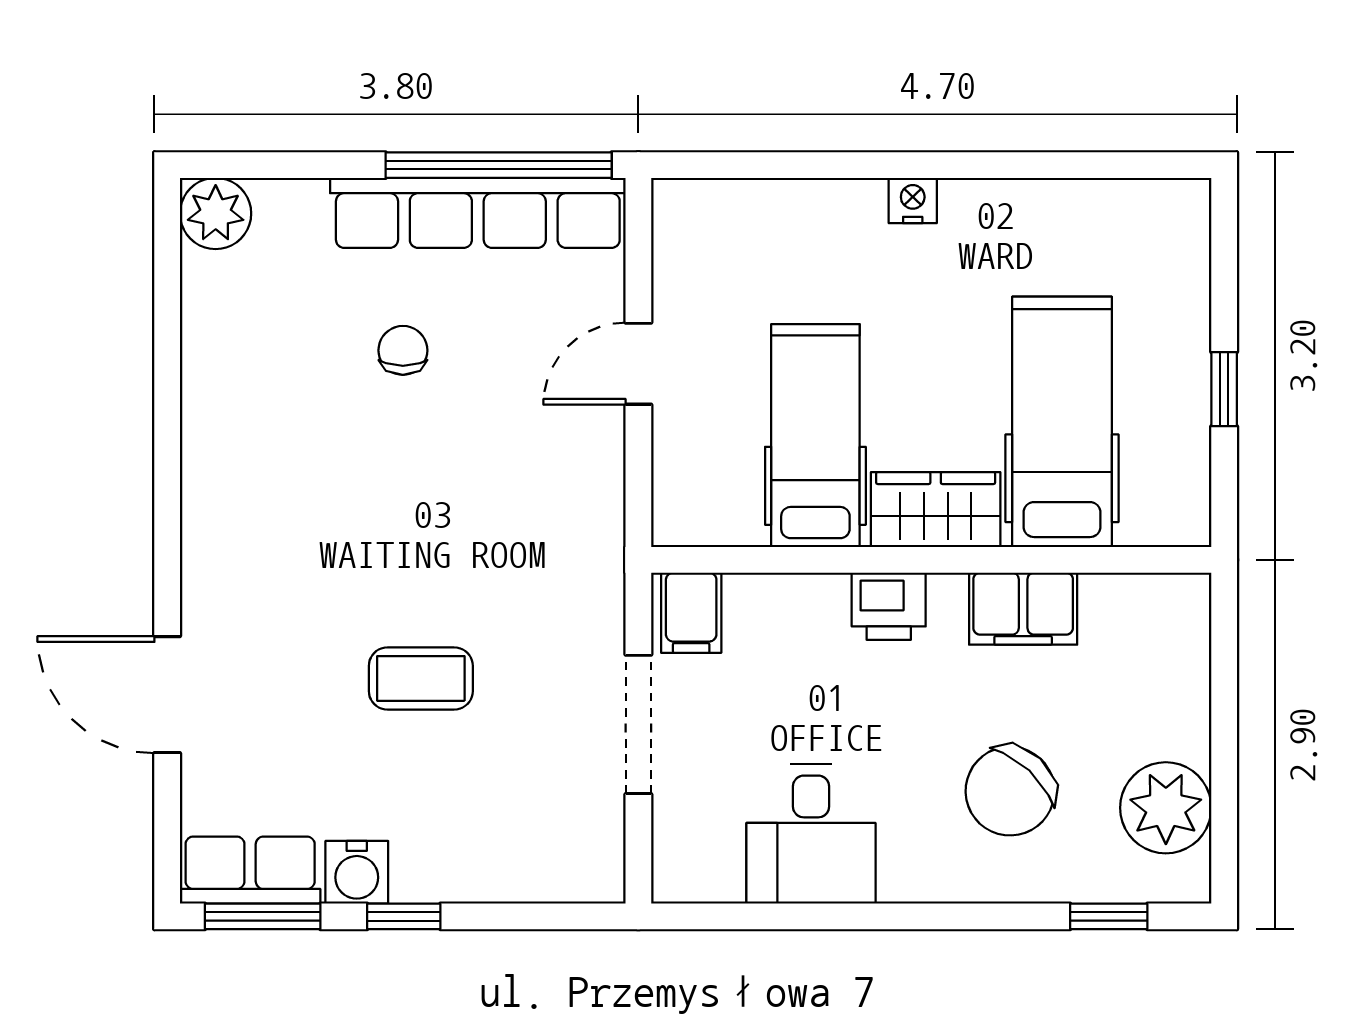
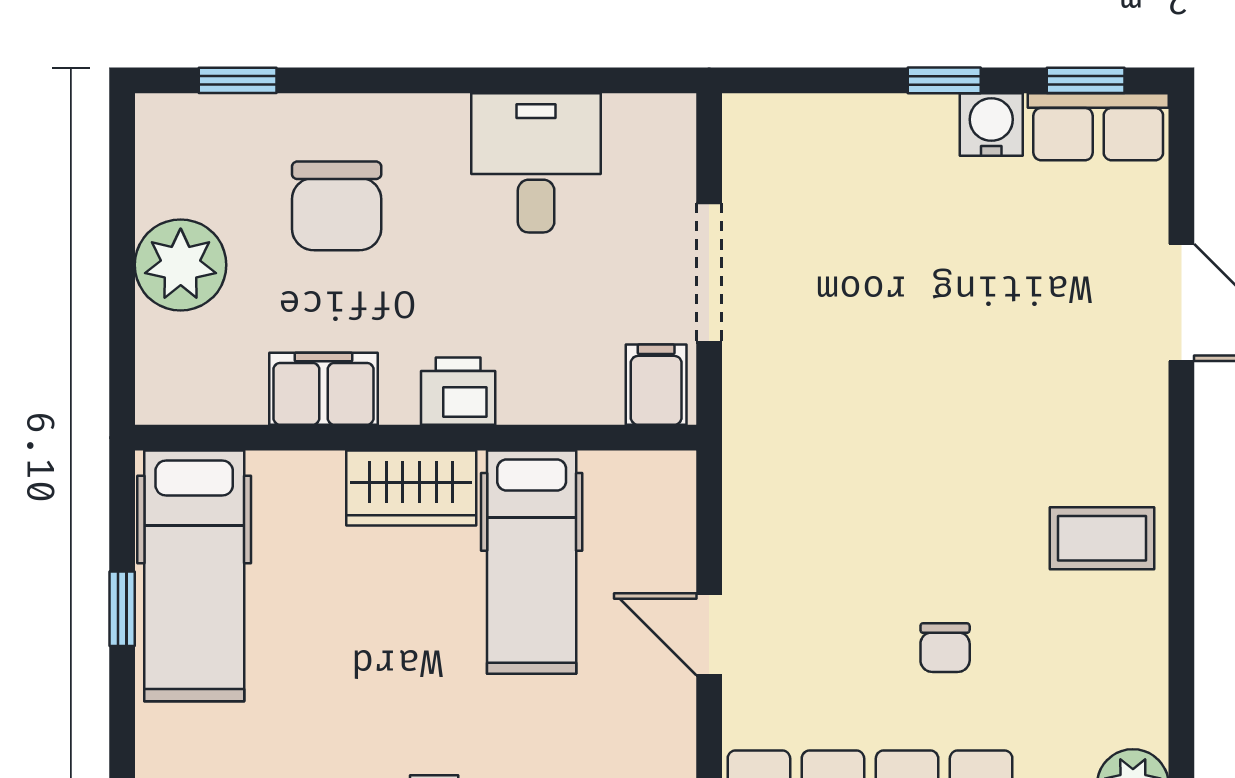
door: (638, 364) -> (709, 634), swing flipped
hospital bed: (1062, 422) -> (194, 576), moved
coffee table: (421, 678) -> (1102, 538), moved
chair: (1010, 791) -> (337, 206), turned 137
plant: (1166, 808) -> (181, 265), moved
window: (263, 916) -> (1086, 80), width x0.67

